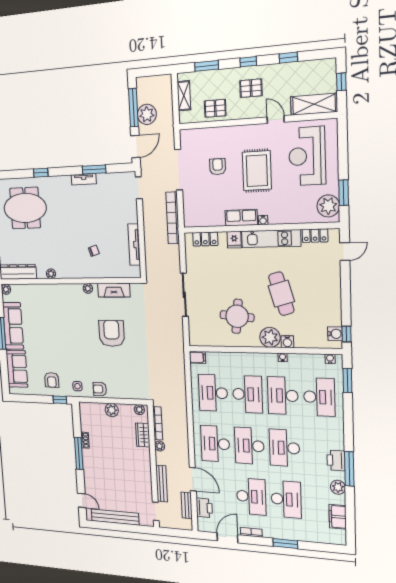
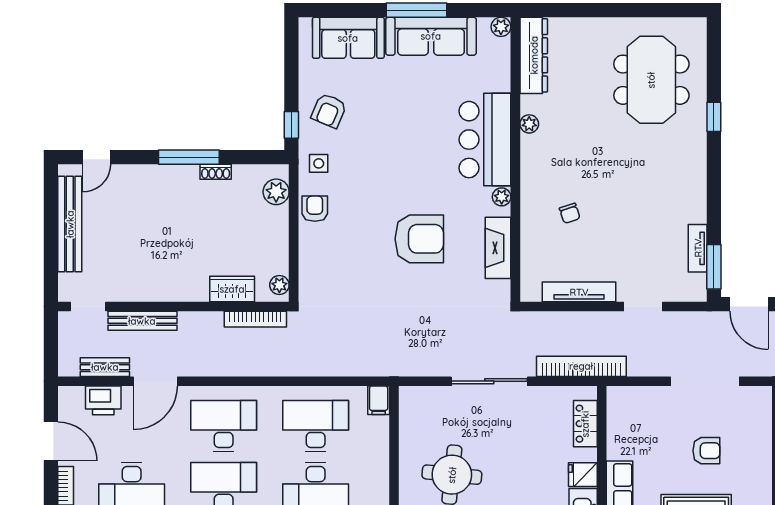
window: (94, 170) -> (714, 267), moved
tv unit: (84, 179) -> (698, 248), moved
doorway: (139, 188) -> (643, 307), moved
bookcase: (173, 218) -> (581, 366), moved
bar counter: (60, 298) -> (485, 140), added
armchair: (52, 380) -> (329, 111), turned -67
plant: (112, 410) -> (276, 192), moved
plant: (160, 446) -> (213, 321), removed

